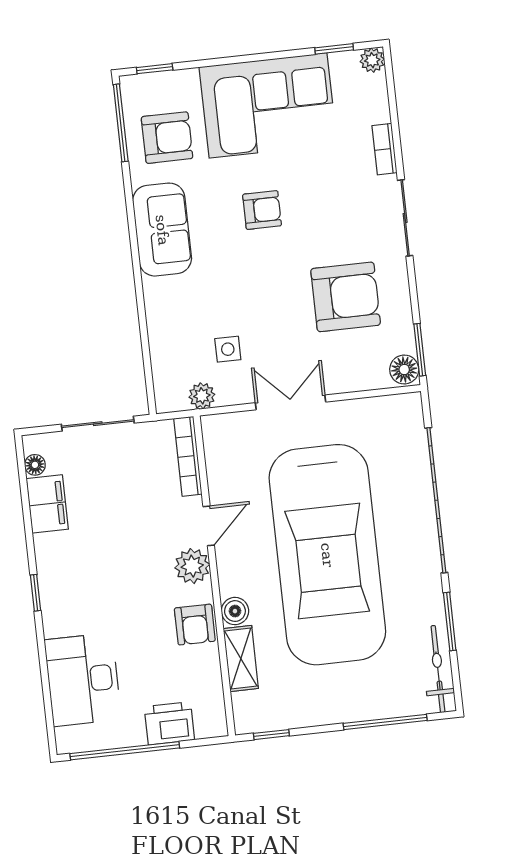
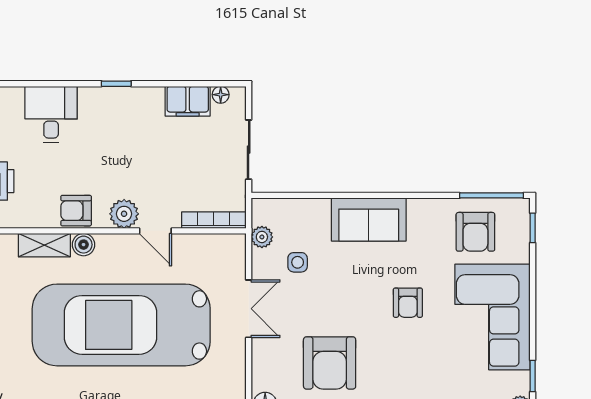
sofa: (162, 230) -> (369, 219), moved
desk: (83, 680) -> (51, 114), width x0.73

